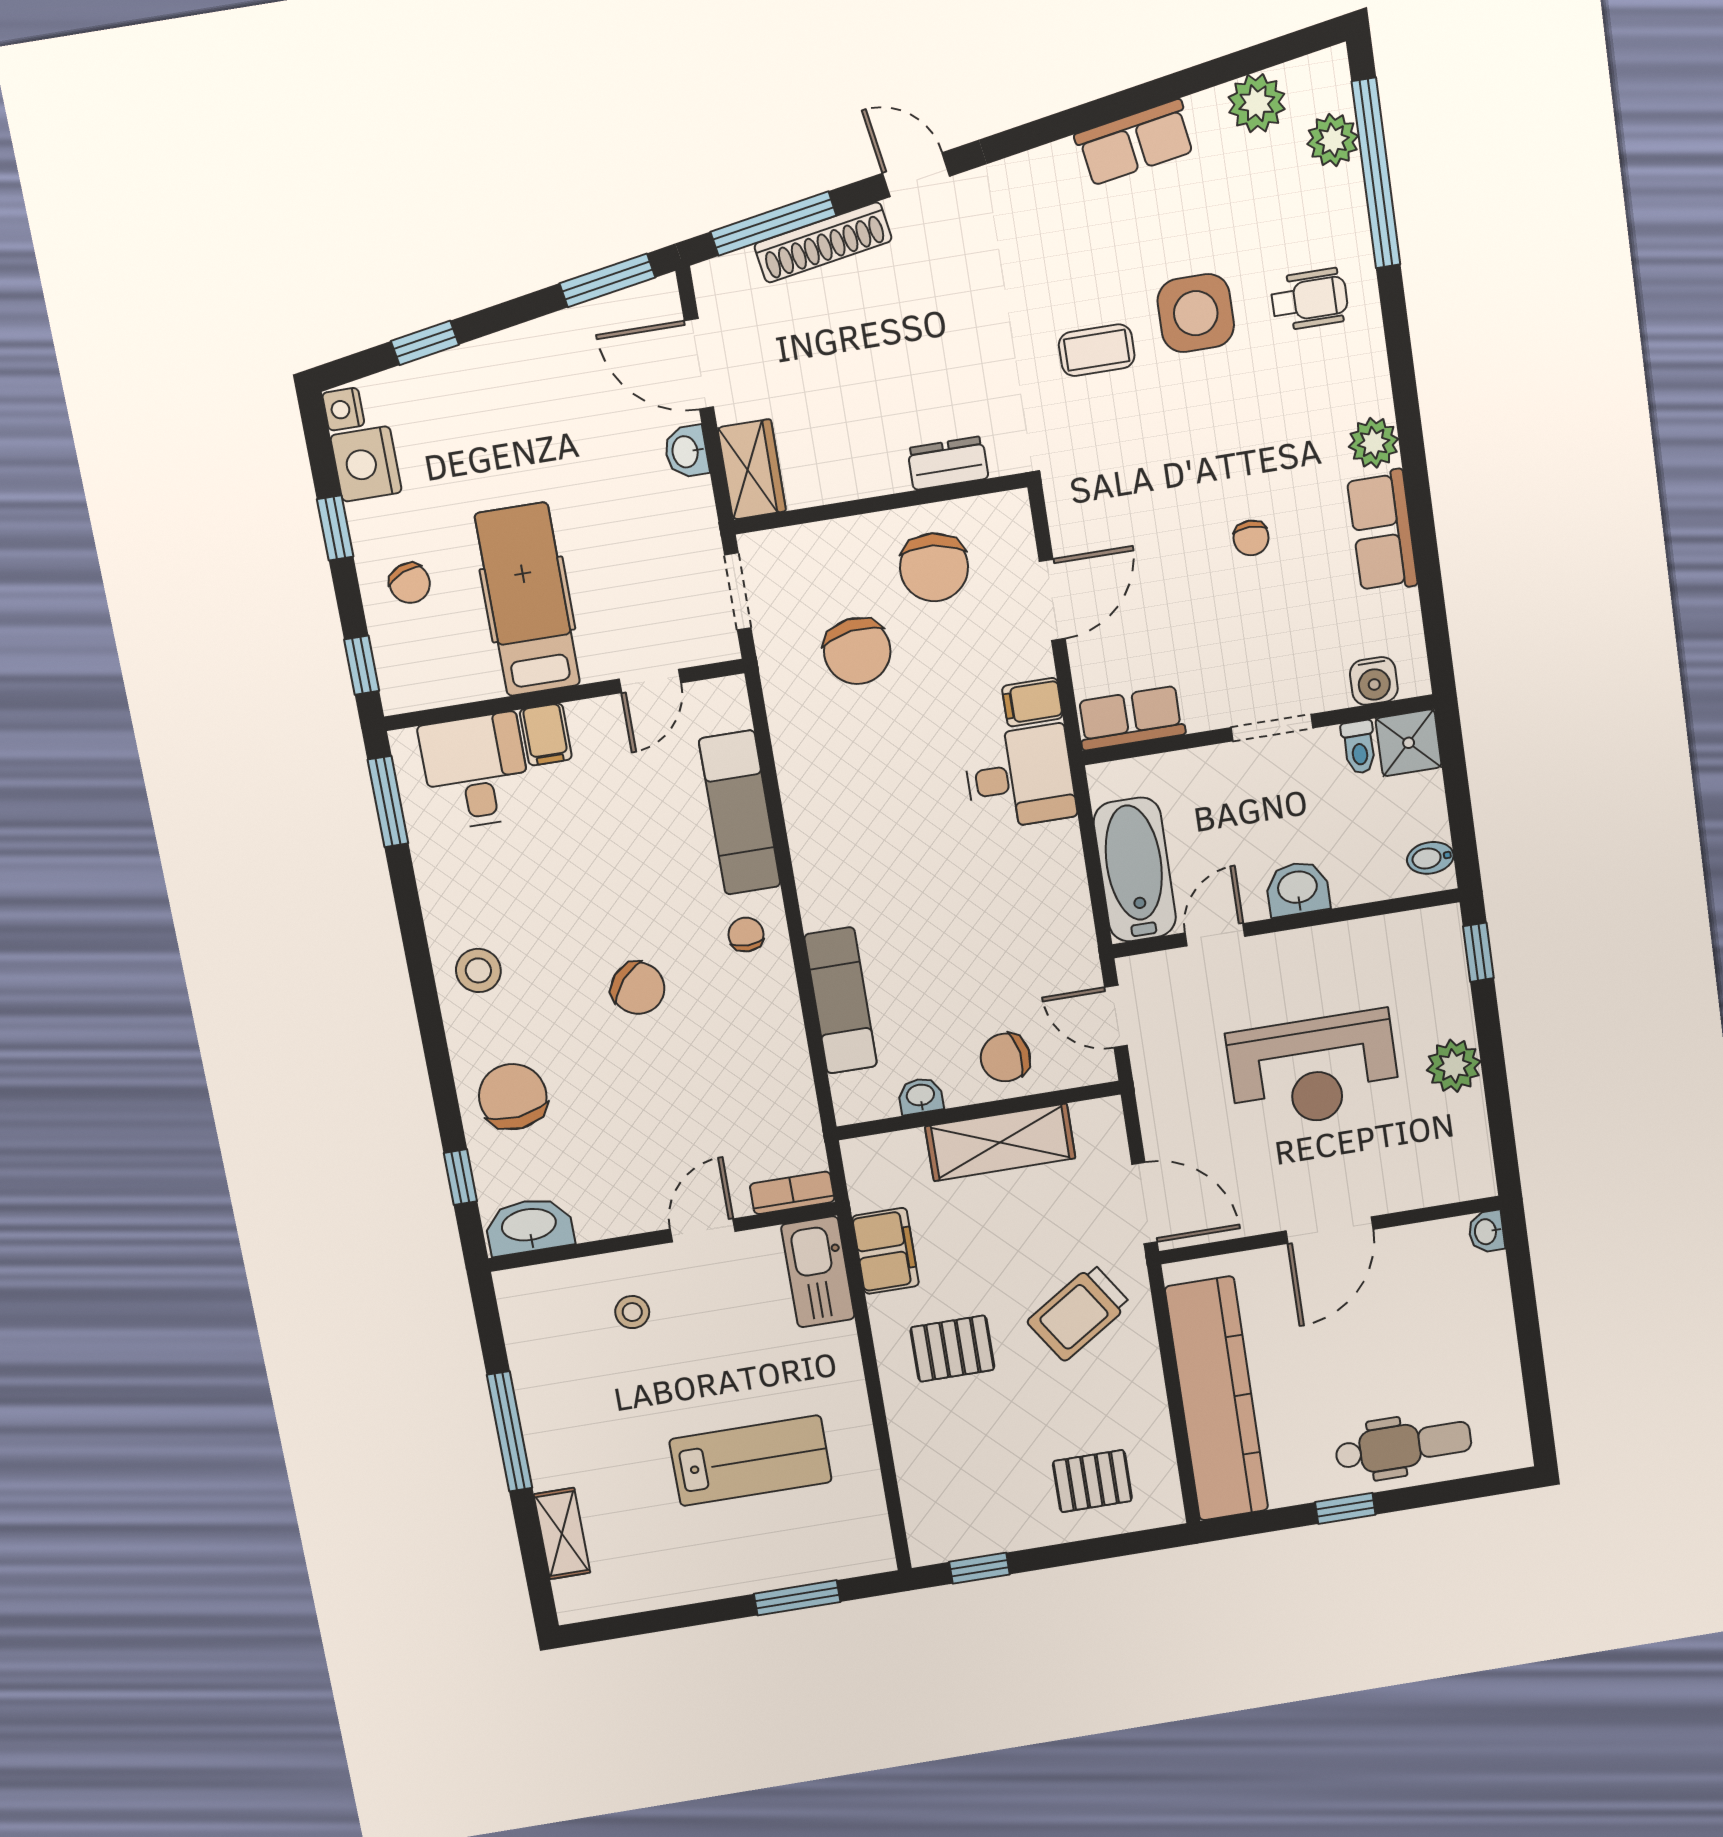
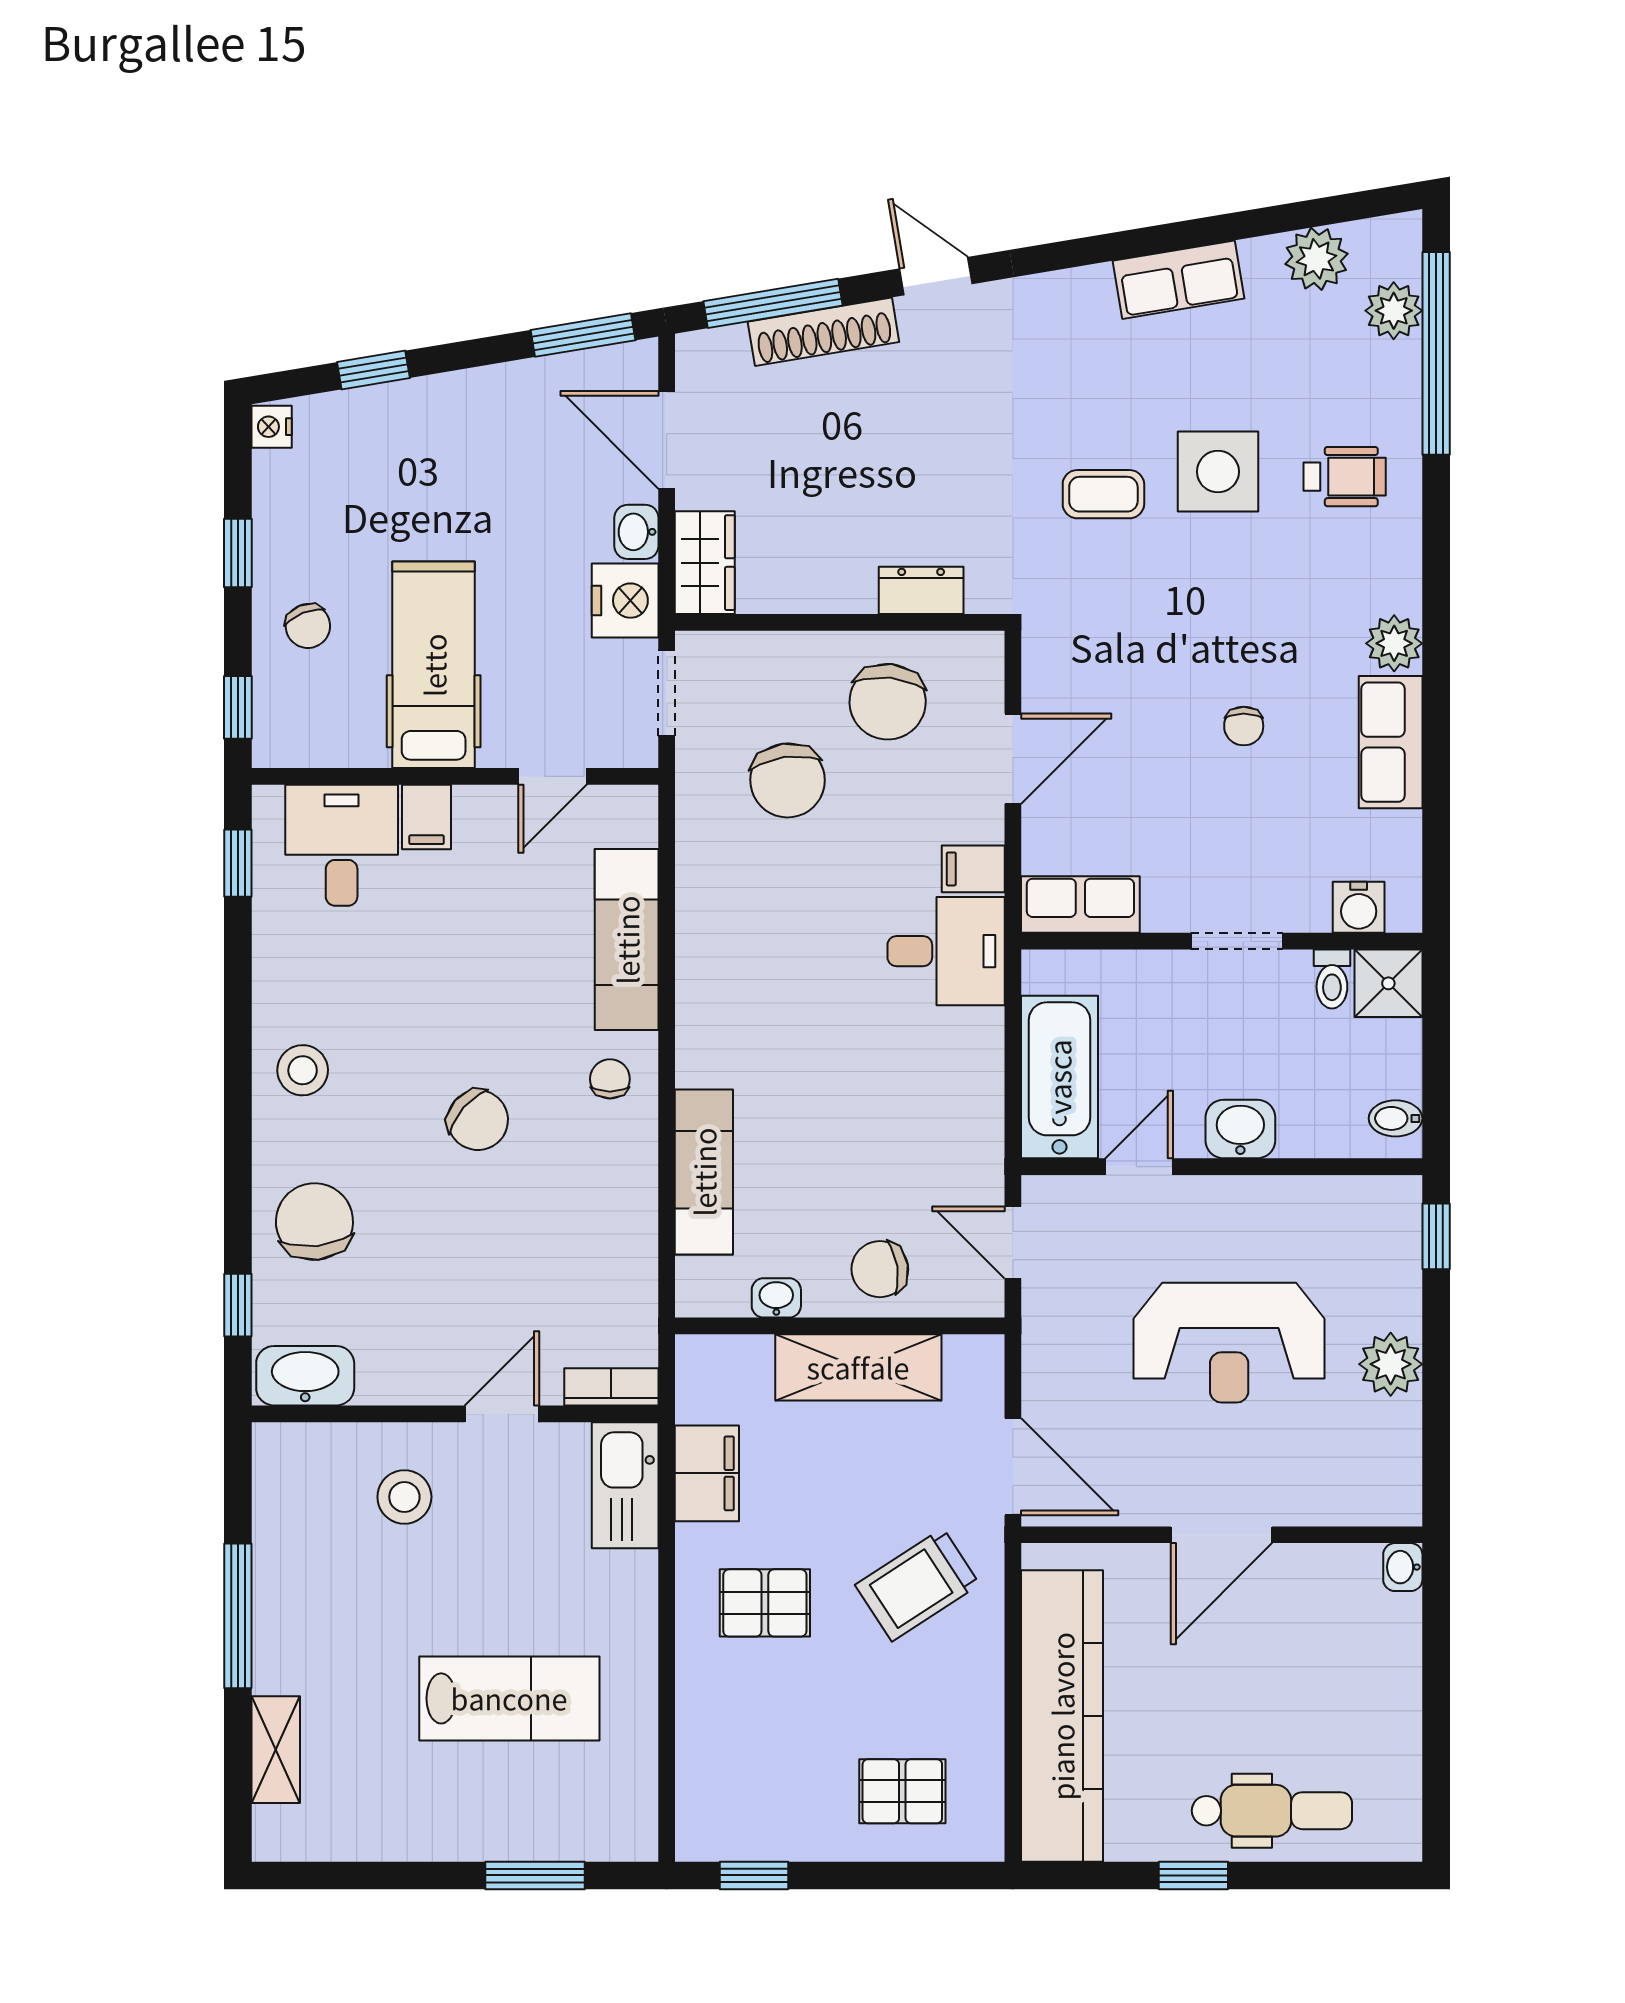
nightstand: (366, 464) -> (625, 601), moved, turned 180
window: (388, 802) -> (238, 863), width x0.67
stool: (632, 1312) -> (404, 1497), width x1.37, depth x1.37

